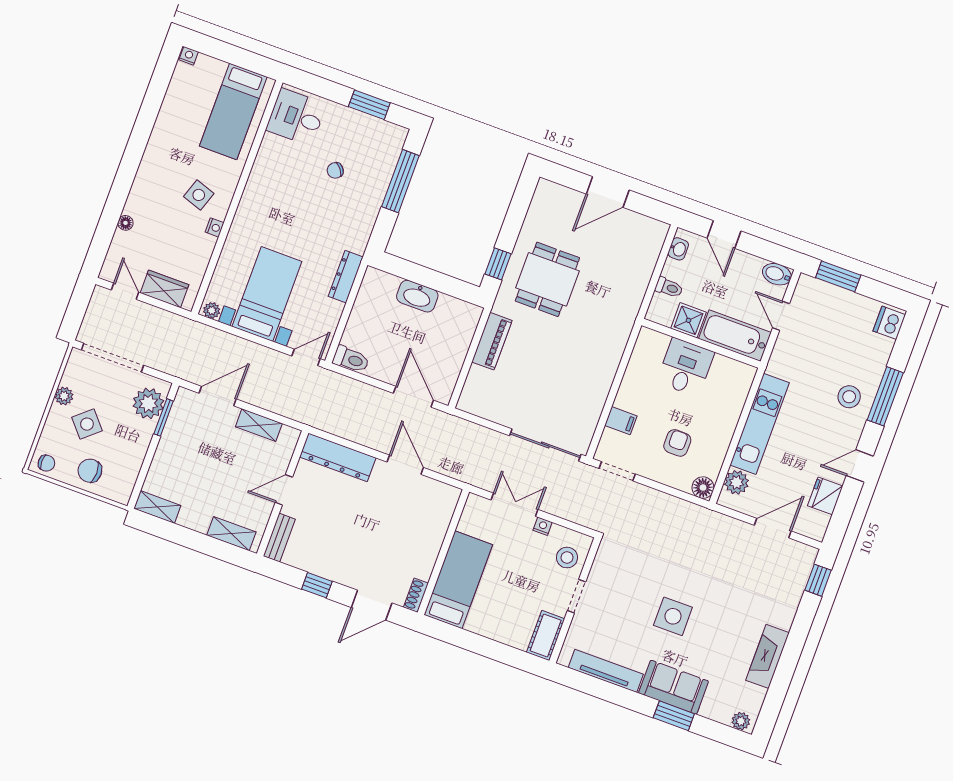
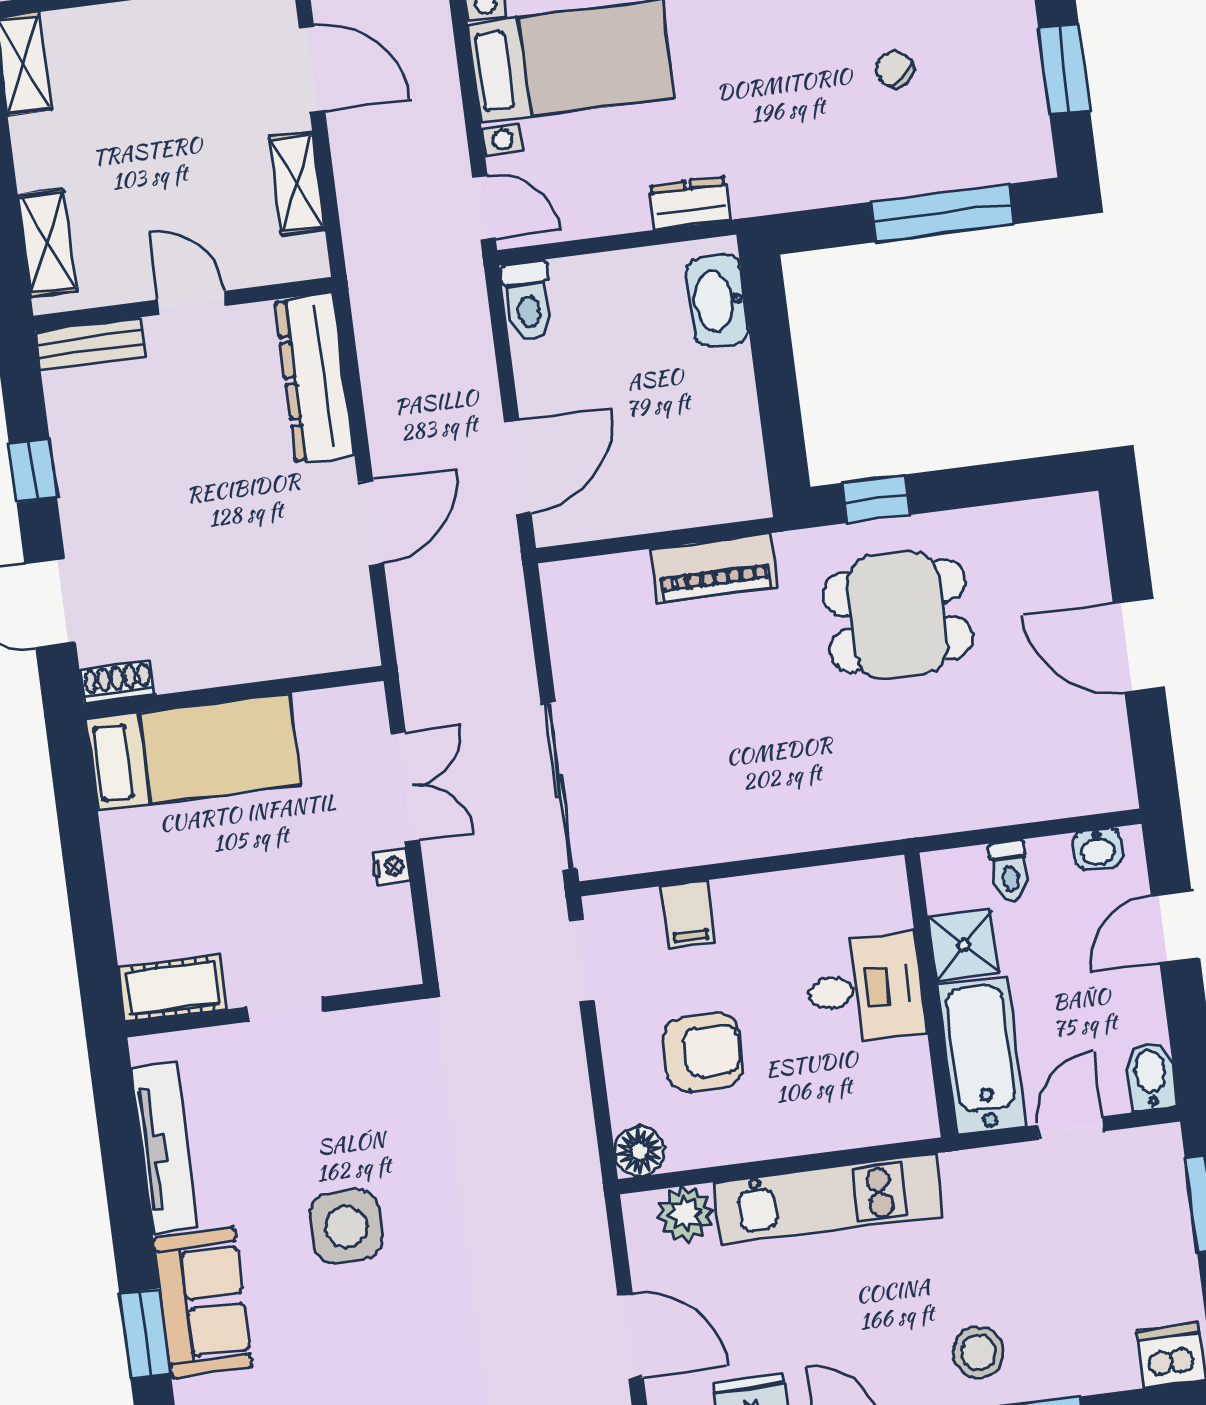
dresser: (346, 277) -> (690, 203), width x0.70
washbasin: (417, 296) -> (717, 301), moved
armchair: (677, 443) -> (703, 1052), width x1.38, depth x1.38
stool: (567, 558) -> (354, 949), removed

